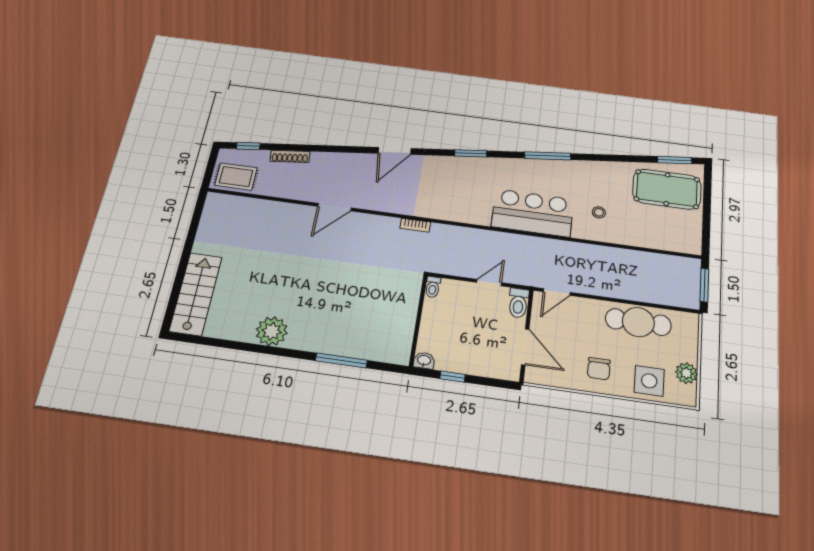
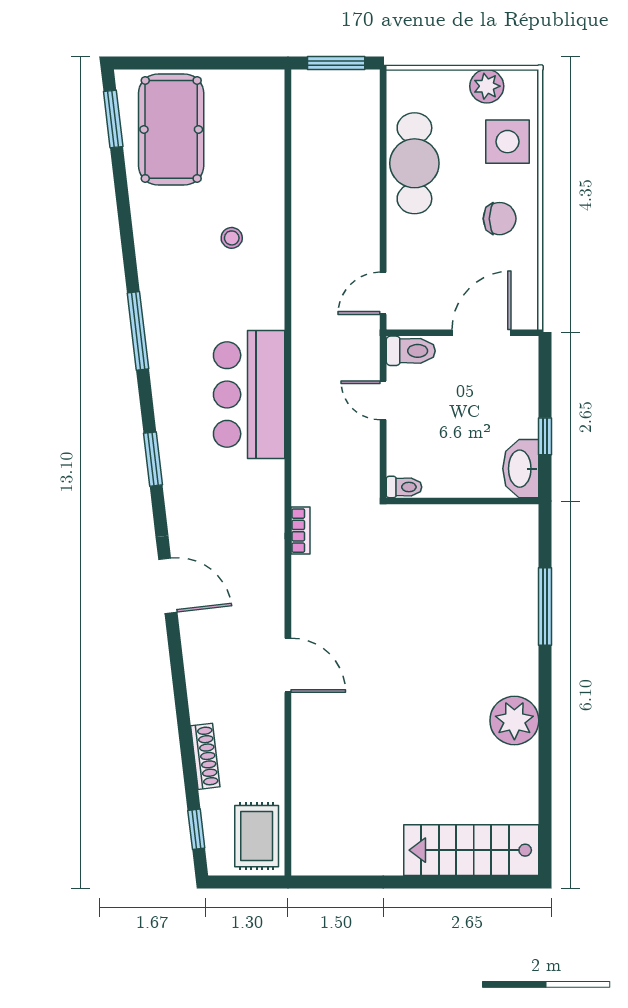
bar counter: (533, 213) -> (249, 395), moved
door: (557, 292) -> (383, 293), swing flipped
washbasin: (424, 361) -> (521, 469), width x1.91, depth x1.45

